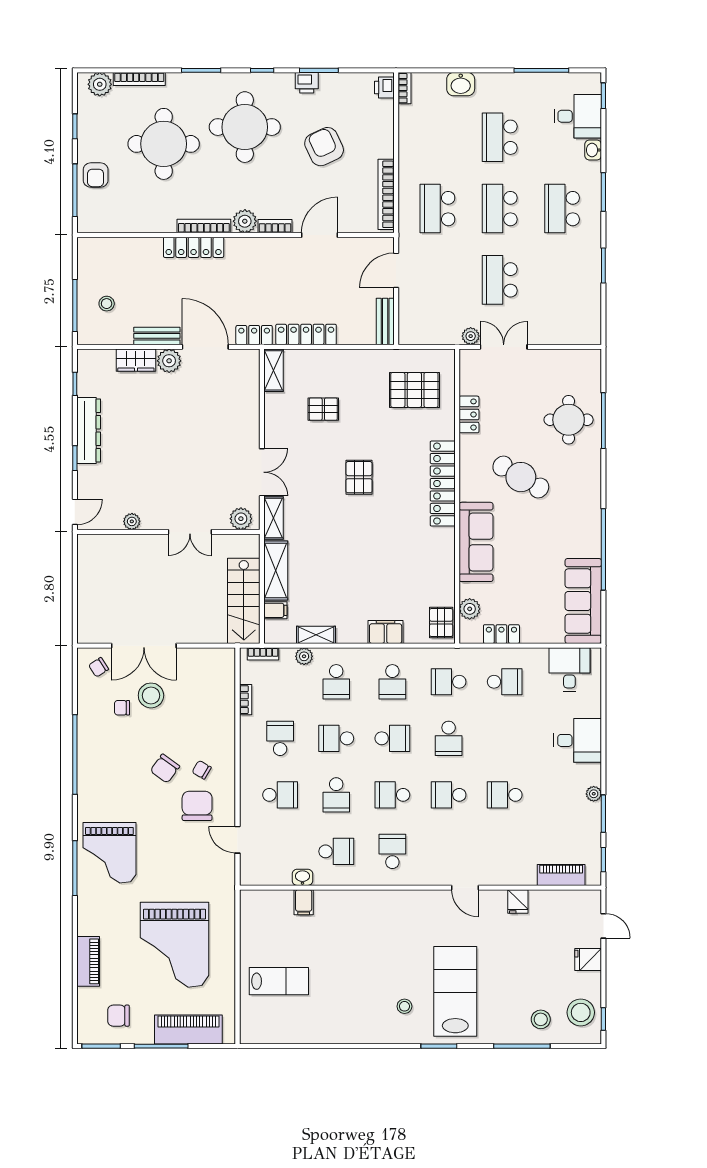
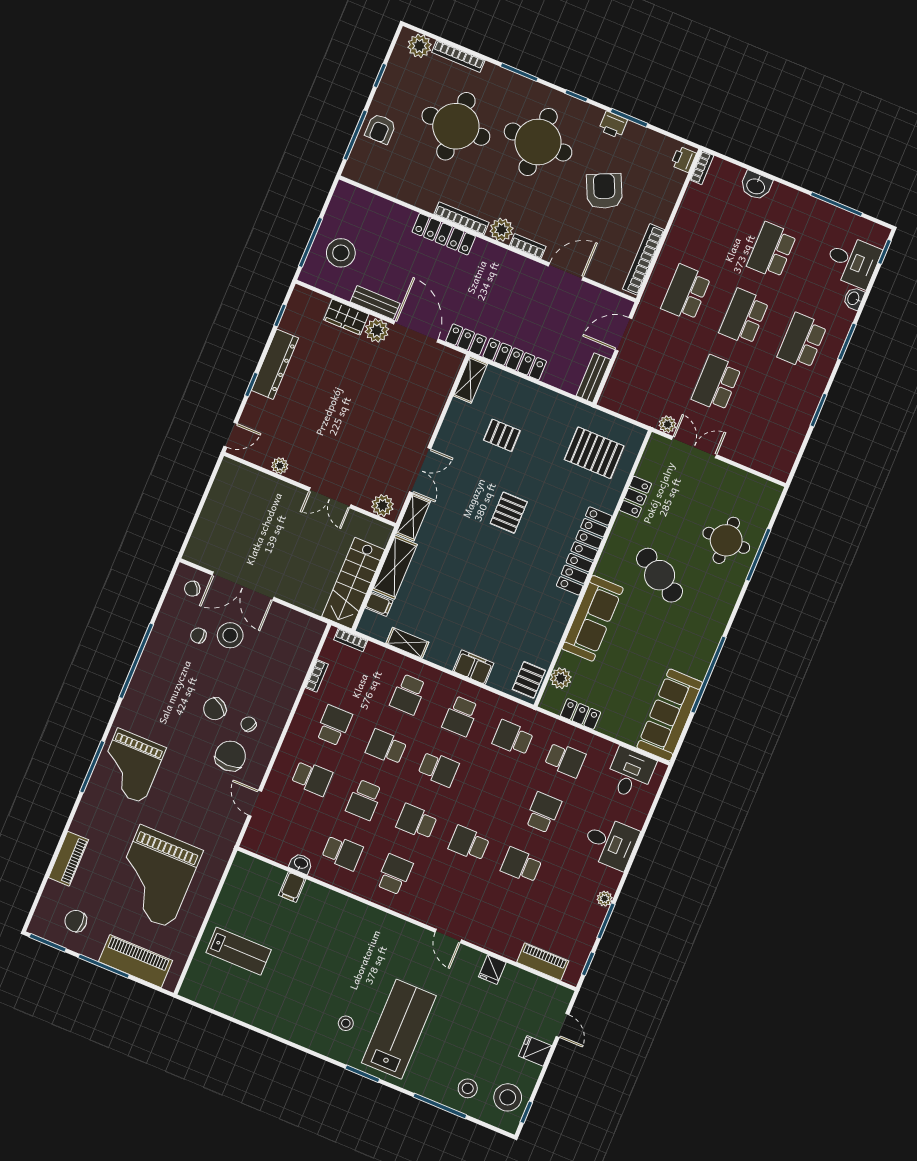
stool: (107, 304) -> (341, 253), width x1.89, depth x1.89
plant: (304, 656) -> (388, 658), removed
school desk: (449, 738) -> (543, 812), moved, turned 180

